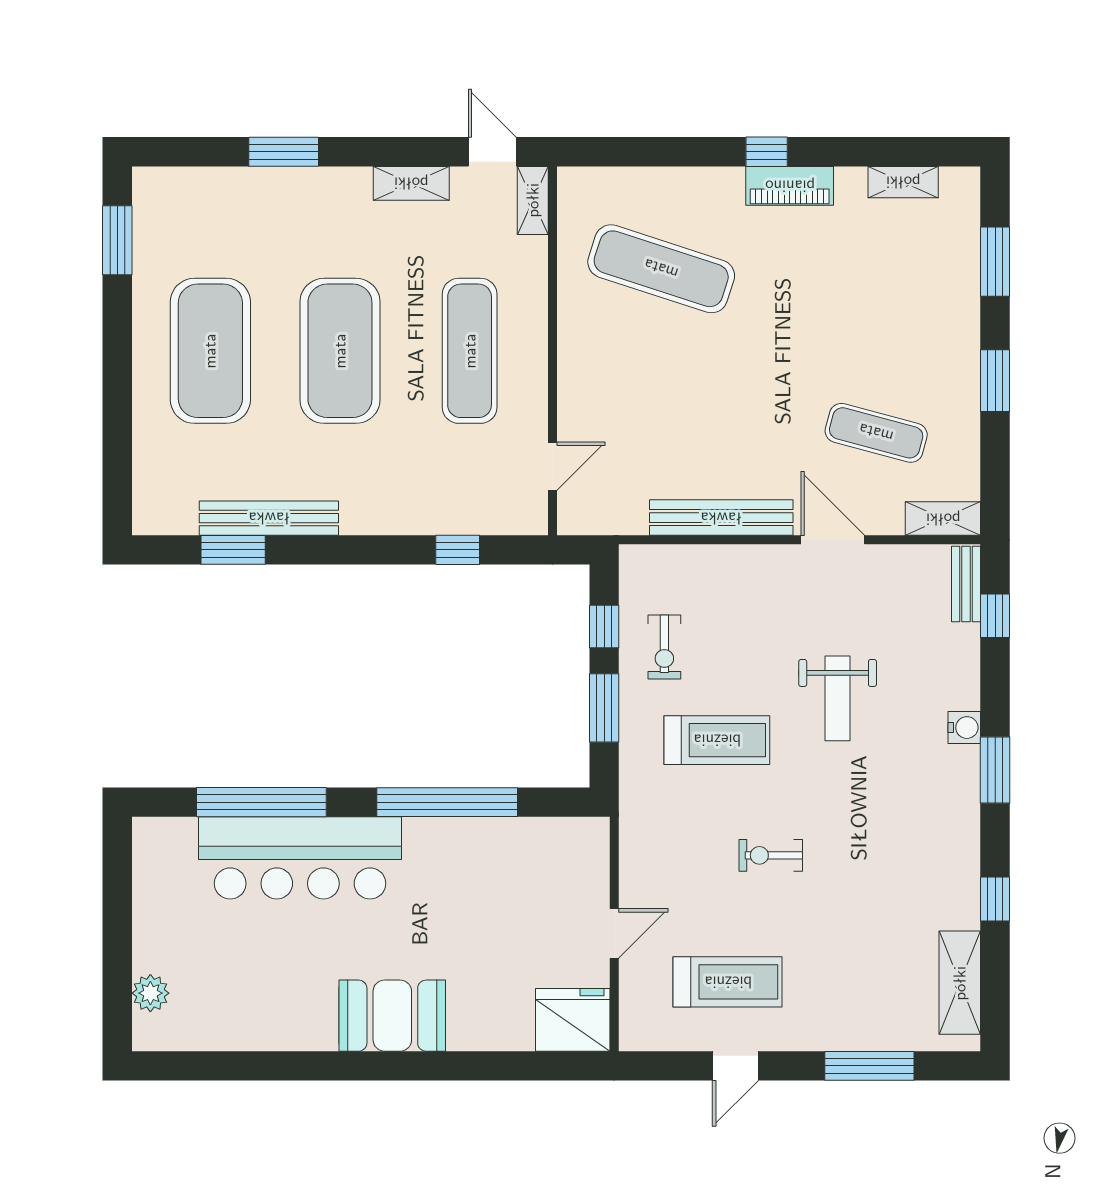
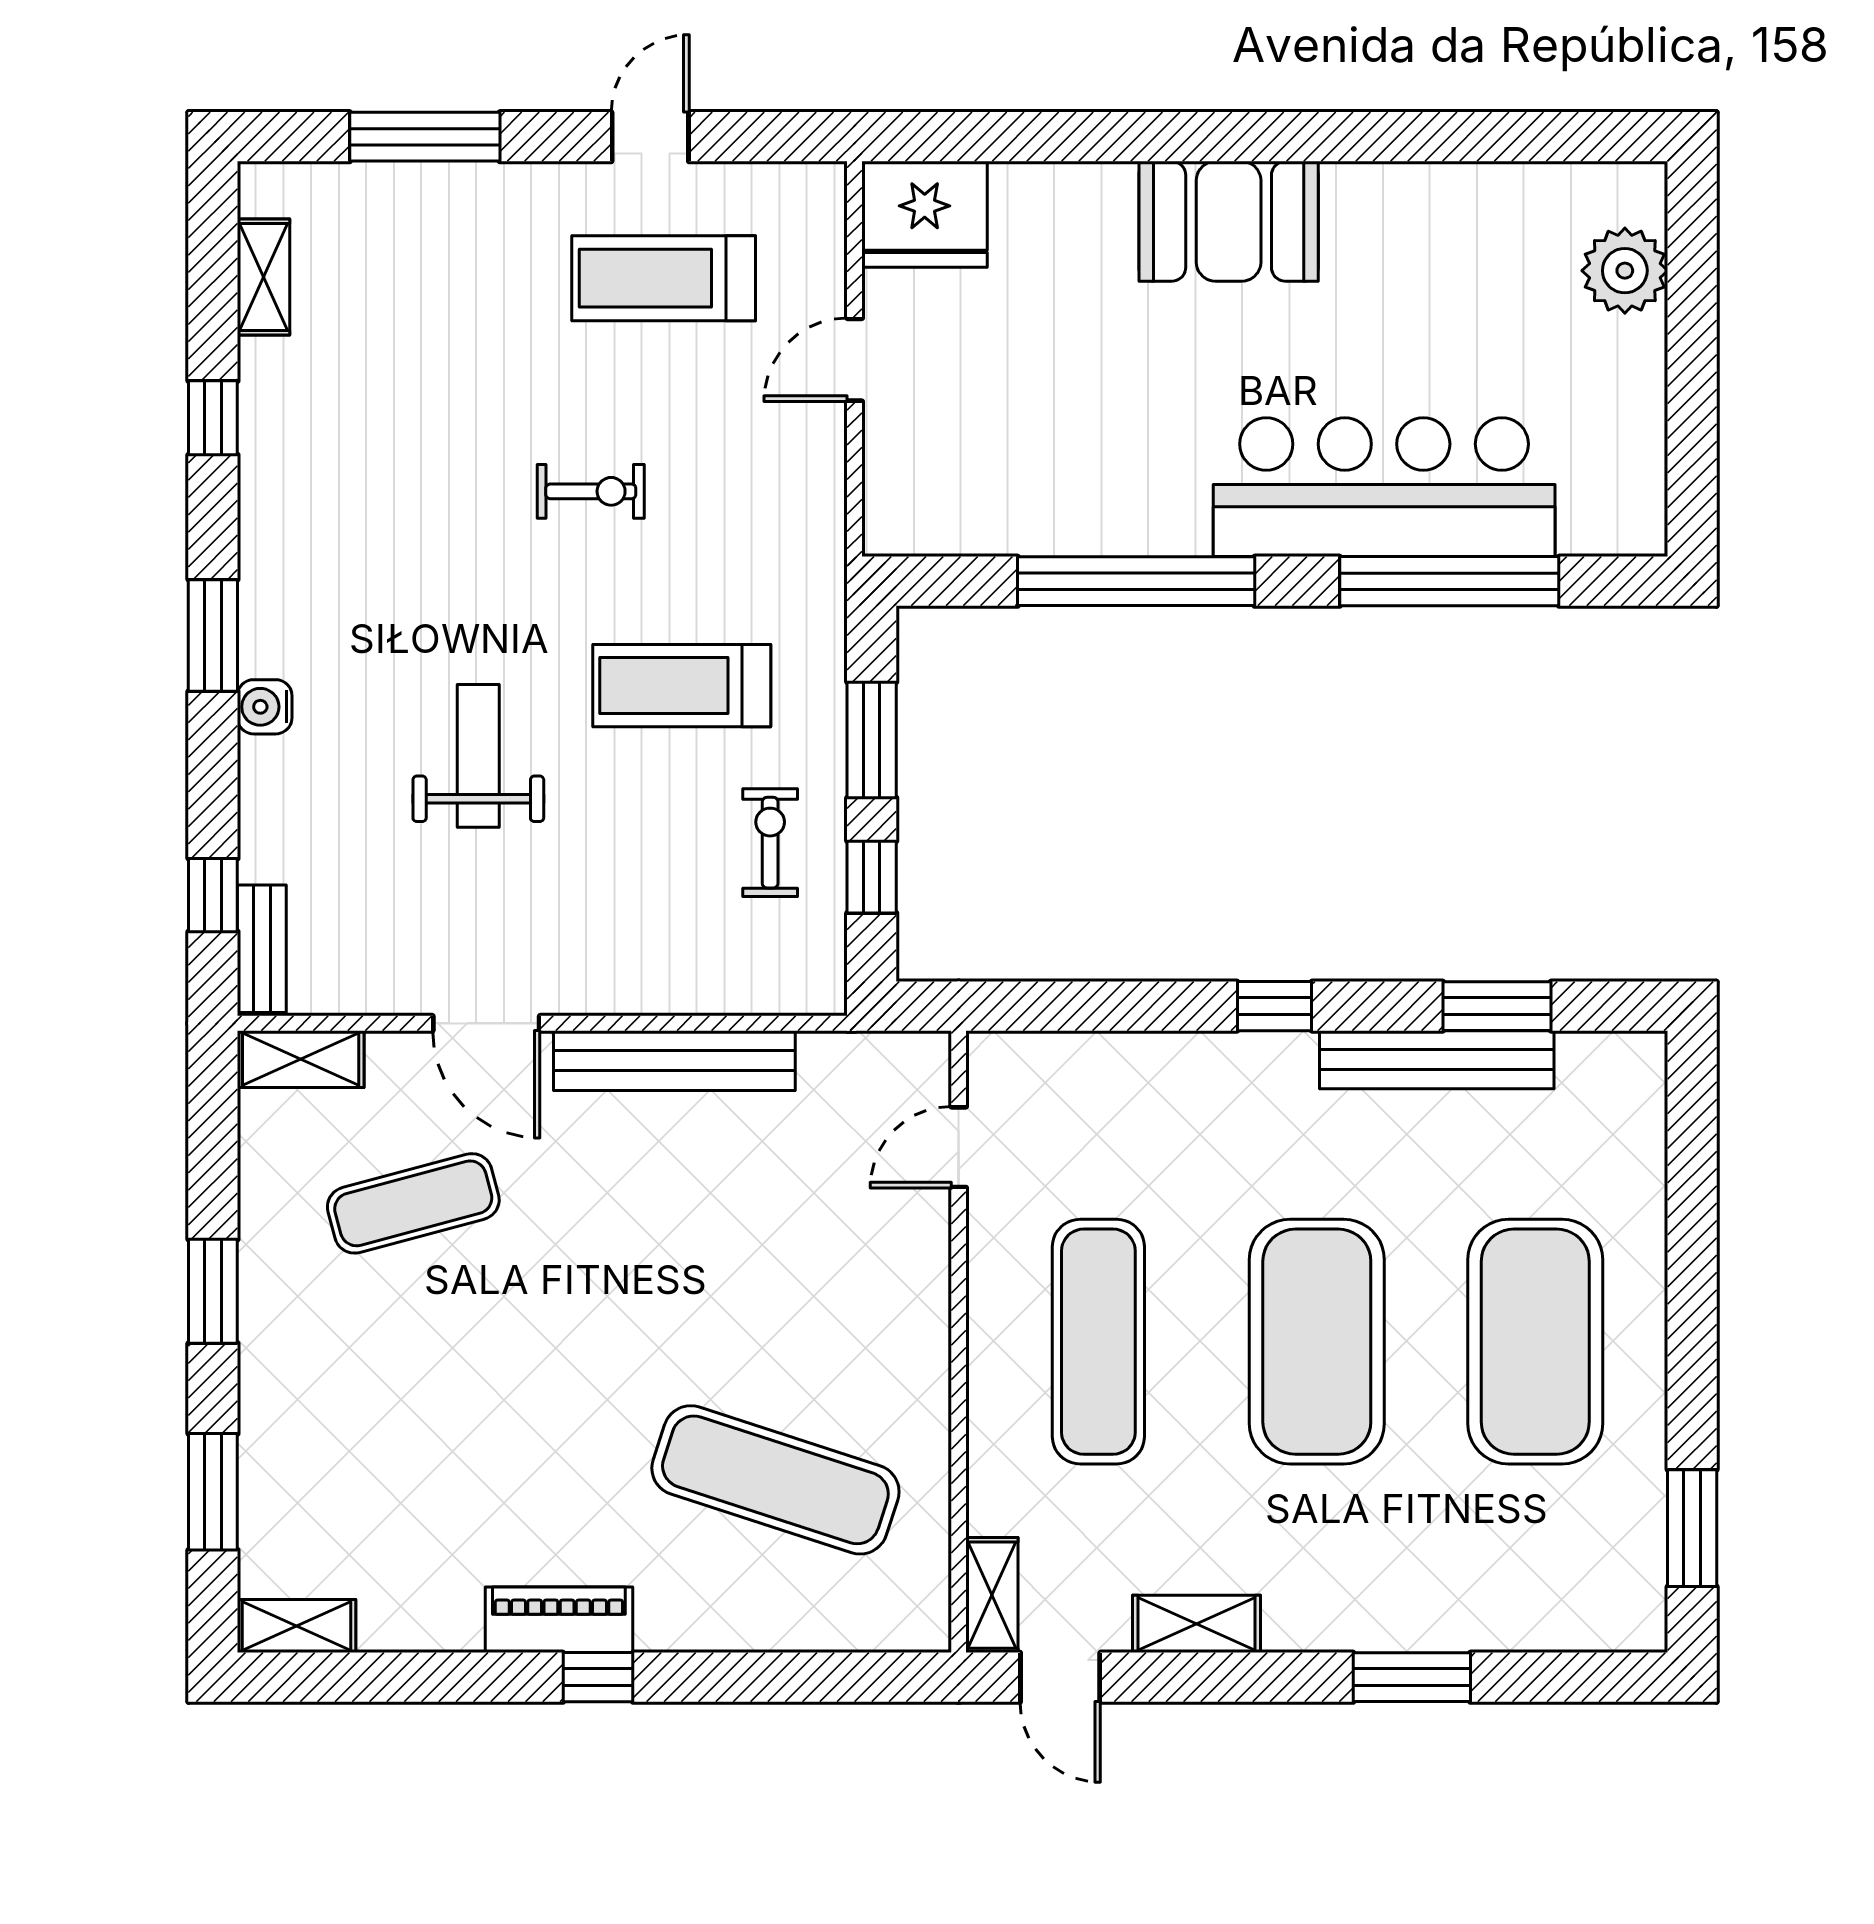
shelving: (903, 182) -> (297, 1626), moved
exercise mat: (876, 433) -> (413, 1203), turned -30
window: (458, 550) -> (1275, 1006), moved
shelving: (960, 983) -> (264, 277), width x0.67, depth x0.75
plant: (150, 993) -> (1625, 271), width x1.36, depth x1.36

